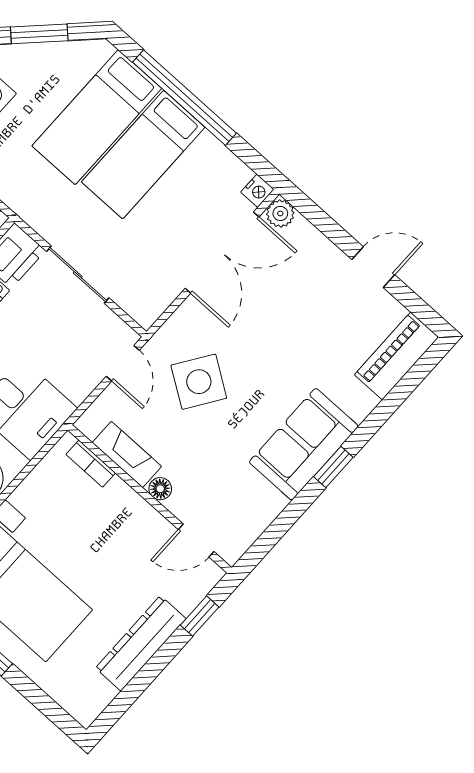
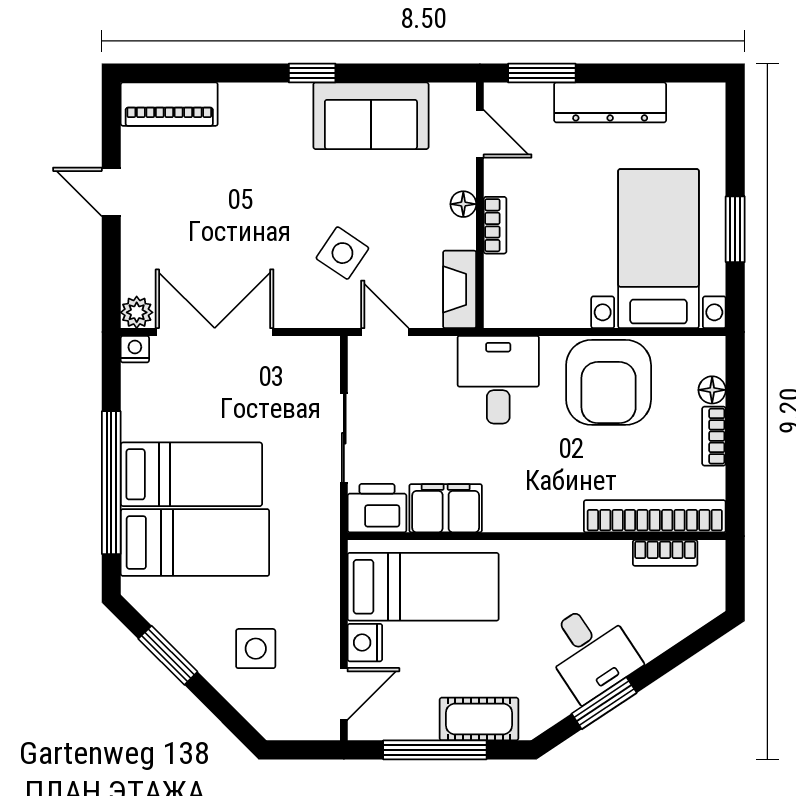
door: (123, 363) -> (385, 332), hinge flipped
side table: (199, 382) -> (342, 253), width x0.73, depth x0.73
sofa: (304, 444) -> (371, 116), moved
fireplace: (127, 454) -> (460, 289), moved
bookcase: (91, 464) -> (495, 225), moved
window: (200, 616) -> (542, 73), width x1.50

